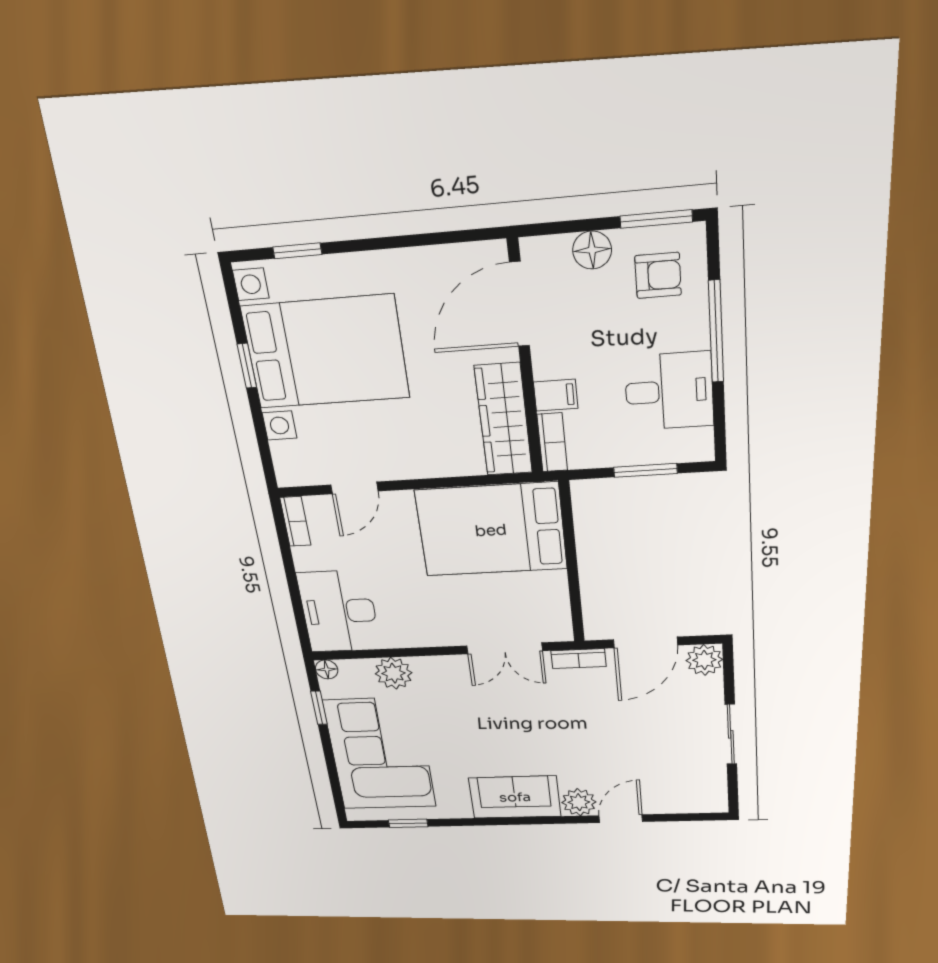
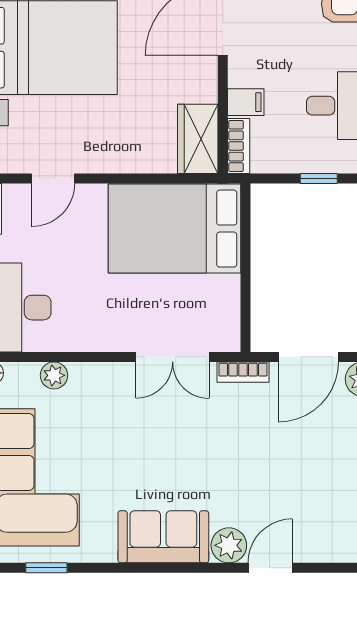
wardrobe: (504, 420) -> (198, 139), width x0.67
window: (645, 470) -> (319, 178), width x0.67
plant: (394, 673) -> (54, 375), width x0.73, depth x0.73

